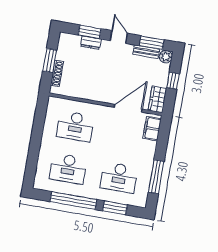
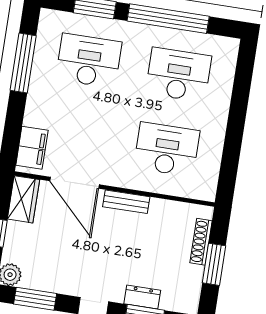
bench: (146, 52) -> (126, 202), moved
door: (128, 108) -> (74, 183), hinge flipped

